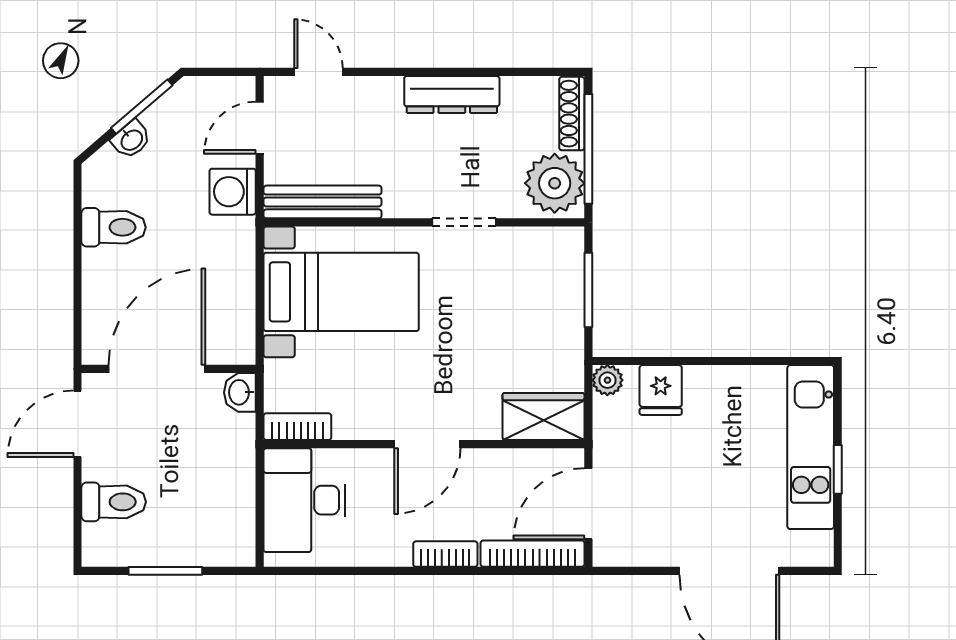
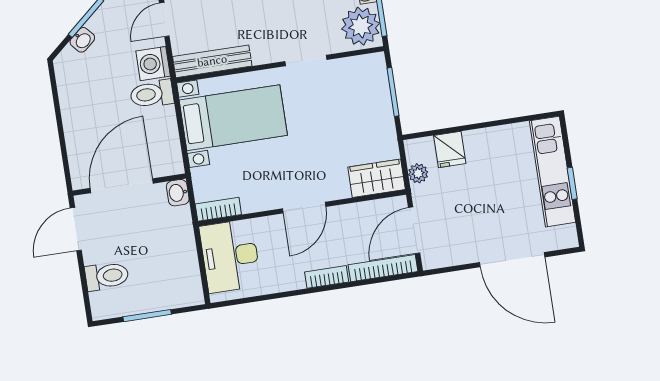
toilet: (114, 227) -> (152, 94), moved, turned 180
plant: (607, 380) -> (418, 173), moved

